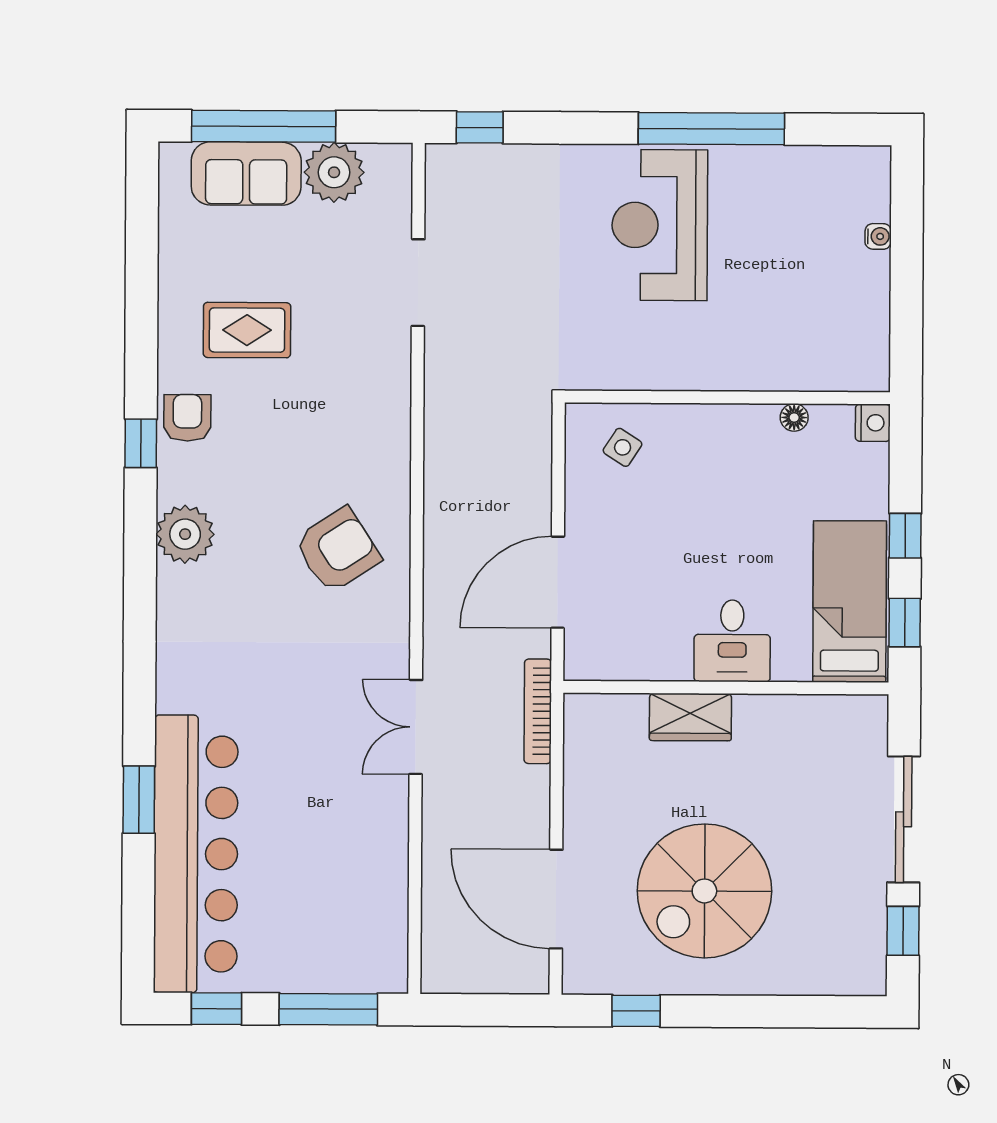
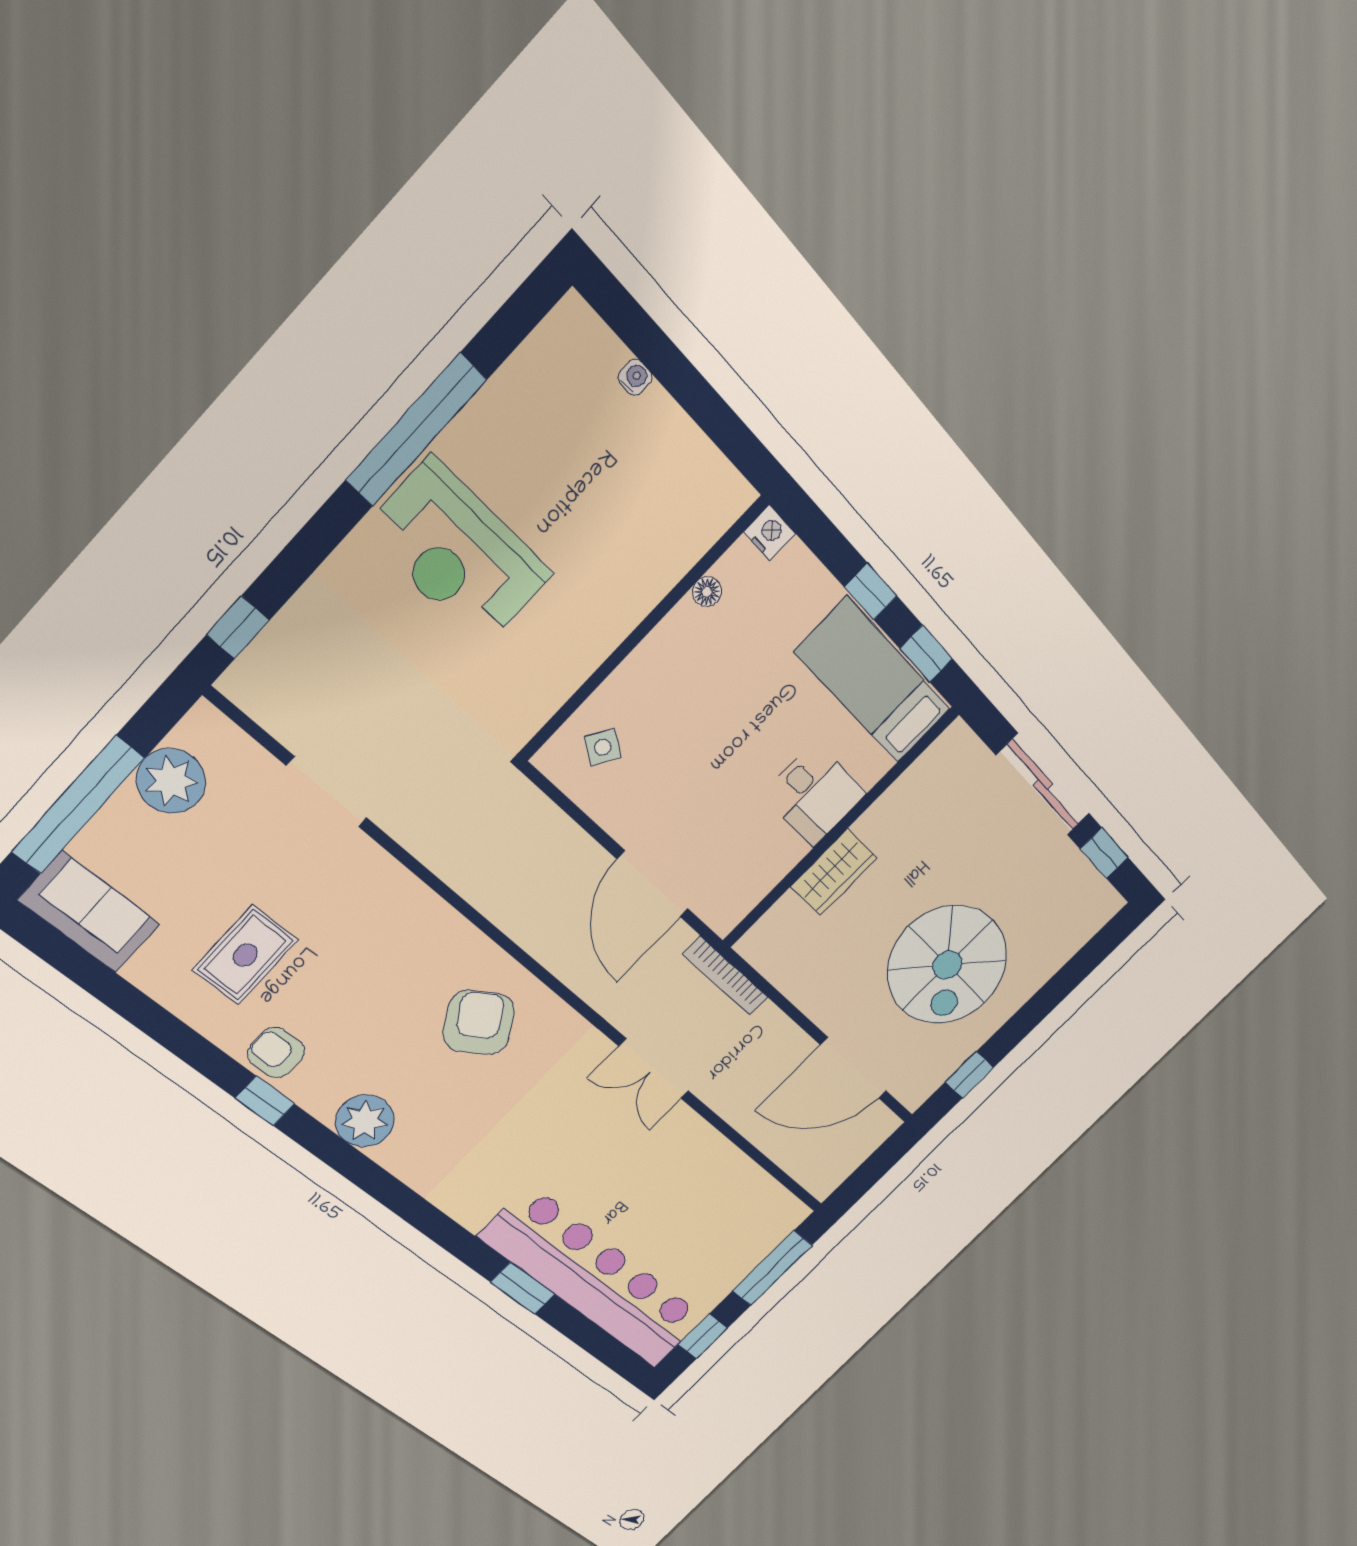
sofa: (246, 174) -> (89, 912), moved, turned -90

